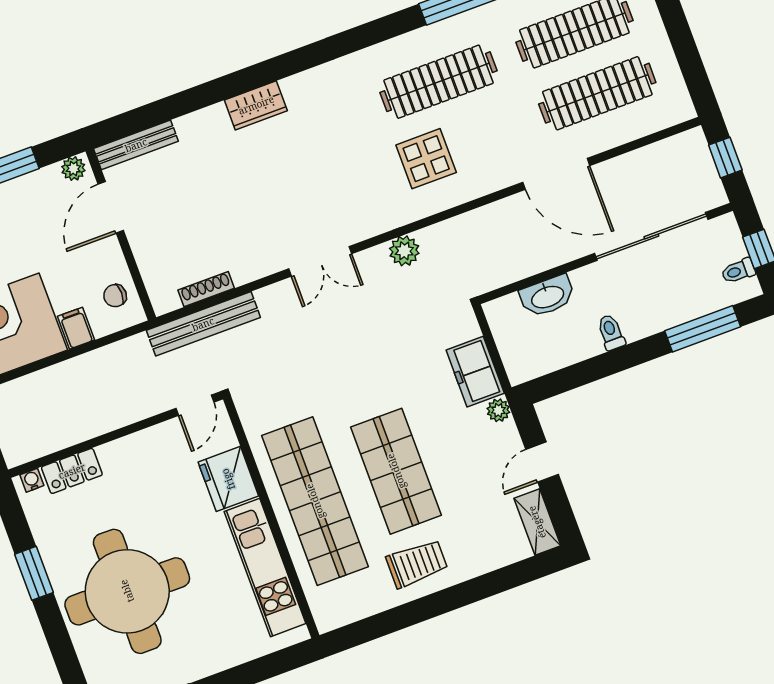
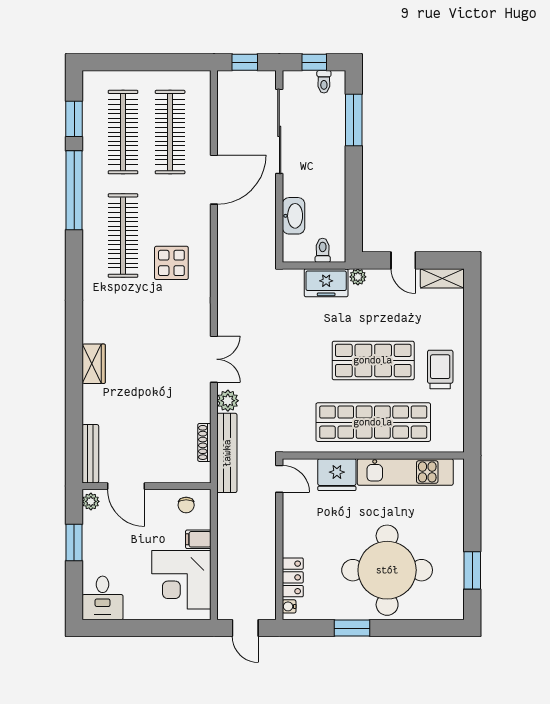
plant: (404, 251) -> (228, 401), moved
toilet: (611, 332) -> (323, 250), moved, turned 90

